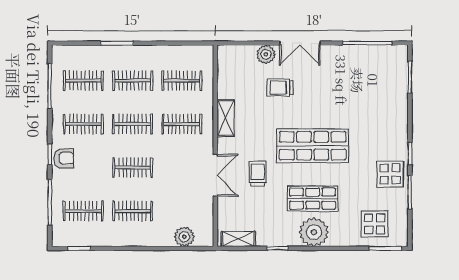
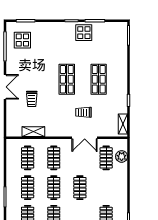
plant: (266, 54) -> (12, 107), removed
shelving: (226, 118) -> (33, 132), moved
shop shelf: (313, 146) -> (67, 79), width x0.70, depth x0.74
double door: (215, 175) -> (85, 138), swing flipped
clothes rail: (133, 211) -> (106, 158), moved
display table: (375, 224) -> (22, 40), moved
plant: (314, 232) -> (119, 78), removed

